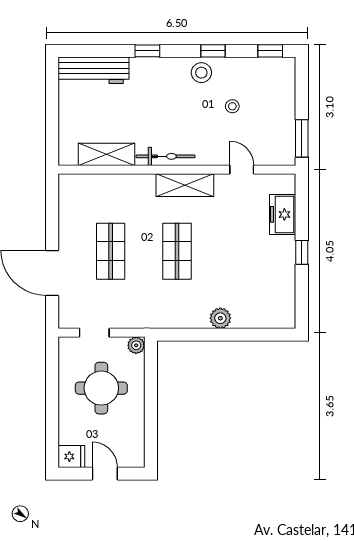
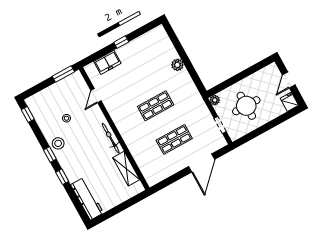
window: (213, 51) -> (50, 155), moved
shelving: (185, 185) -> (120, 120), removed

